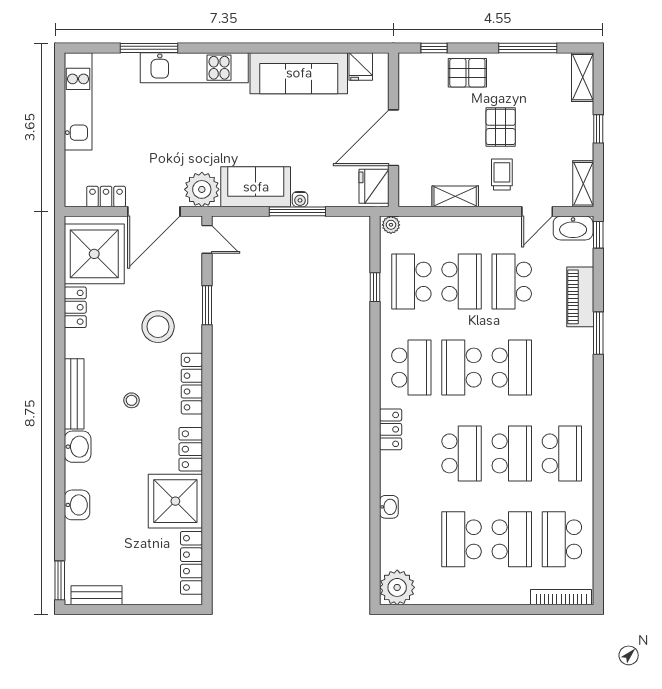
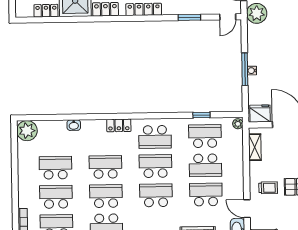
sofa: (256, 187) -> (259, 45), removed
shelving: (455, 196) -> (255, 147), moved
school desk: (512, 368) -> (156, 195), turned 180
school desk: (462, 453) -> (105, 167), turned 180
school desk: (512, 453) -> (106, 196), turned 180
school desk: (512, 539) -> (56, 197), turned 180
locker: (191, 563) -> (46, 11), width x0.66

